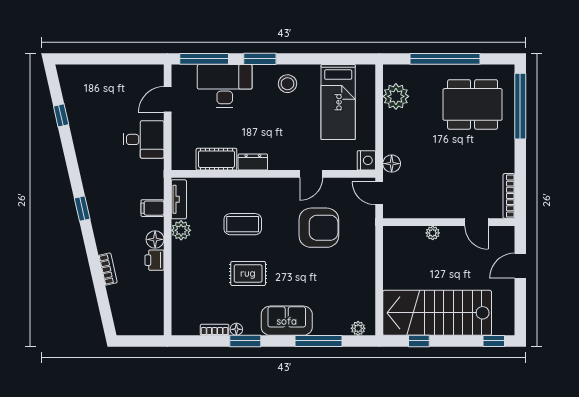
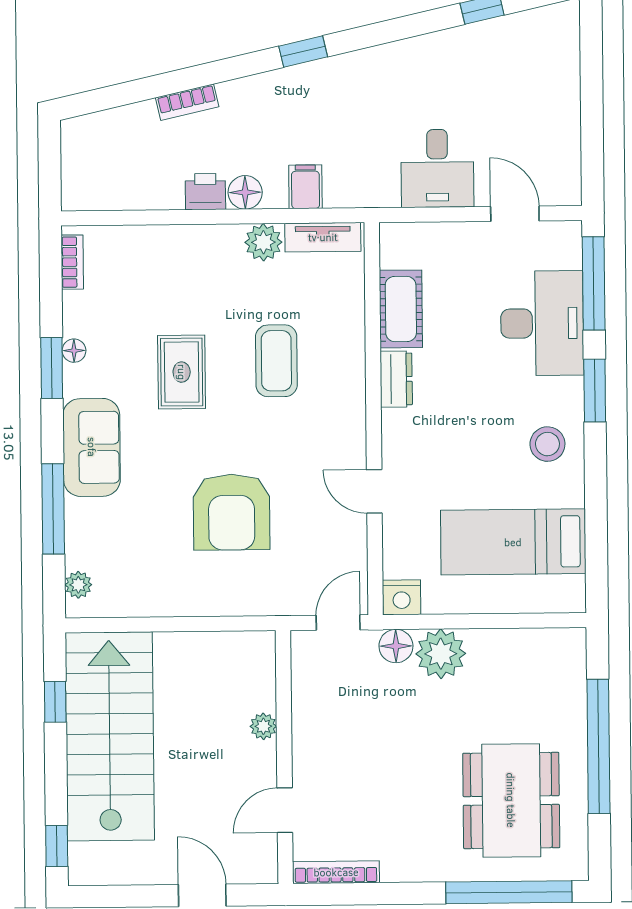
plant: (396, 96) -> (441, 654), moved
armchair: (319, 228) -> (232, 512), moved
bookcase: (215, 330) -> (72, 262), moved

